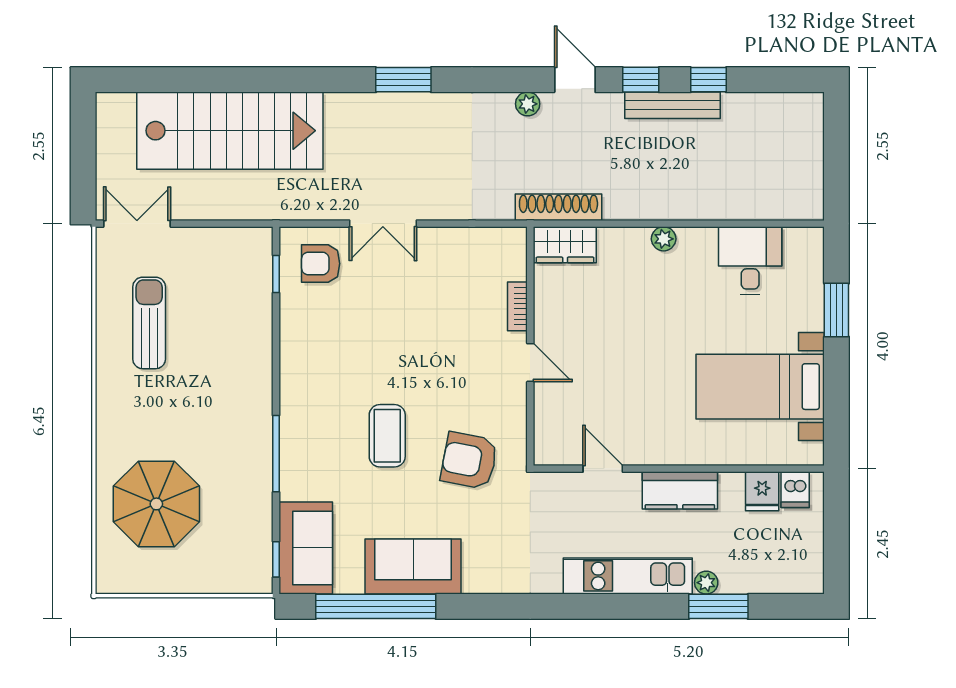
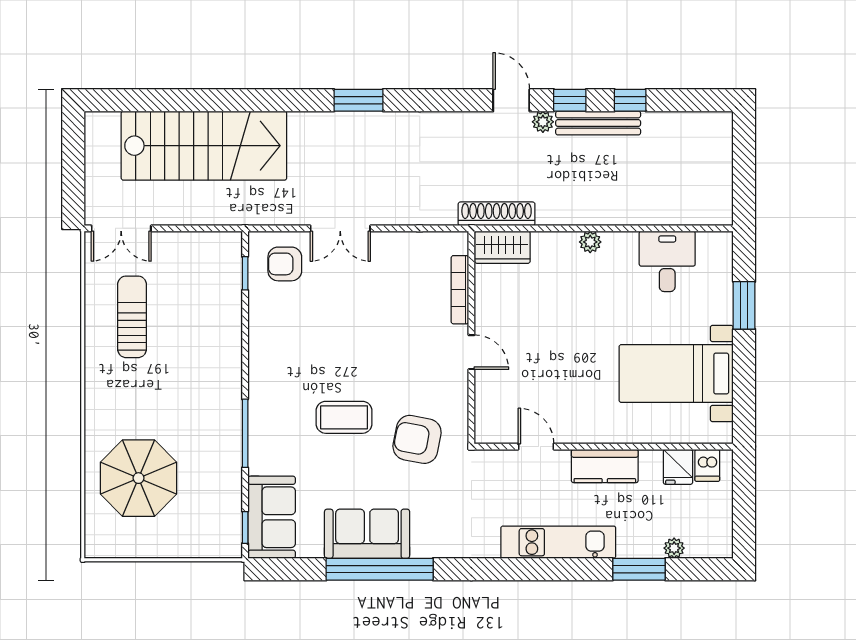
plant: (528, 104) -> (543, 122), moved
double door: (137, 224) -> (121, 228), swing flipped
bookcase: (517, 306) -> (460, 290), width x1.56
coffee table: (387, 436) -> (344, 417), turned 90
plant: (706, 583) -> (674, 548), moved
window: (376, 606) -> (380, 569), moved

